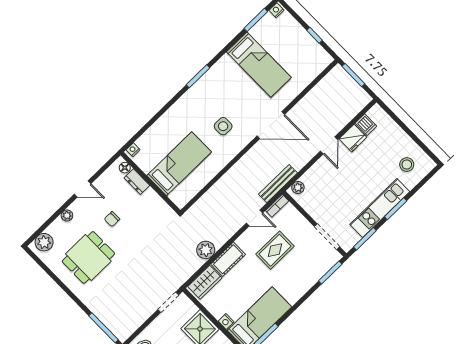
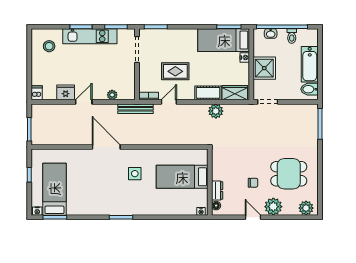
bed: (259, 65) -> (54, 189), moved
dishwasher: (366, 125) -> (37, 93), moved
plant: (298, 187) -> (112, 95), moved
plant: (67, 215) -> (273, 207), width x1.88, depth x1.88
door: (255, 218) -> (169, 102), hinge flipped

